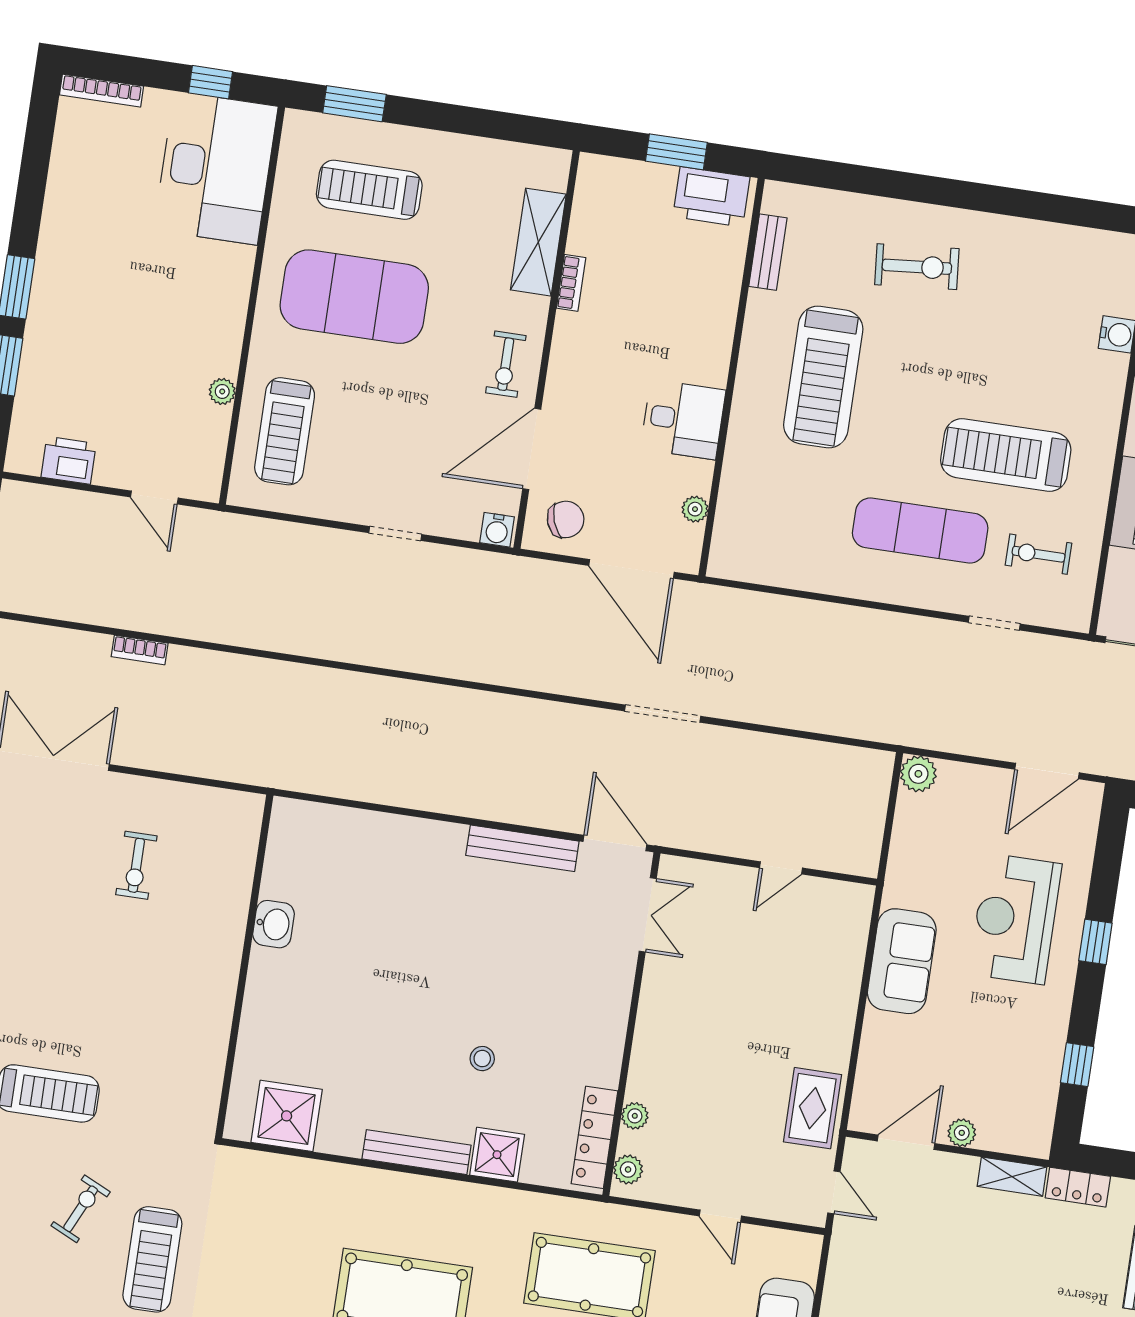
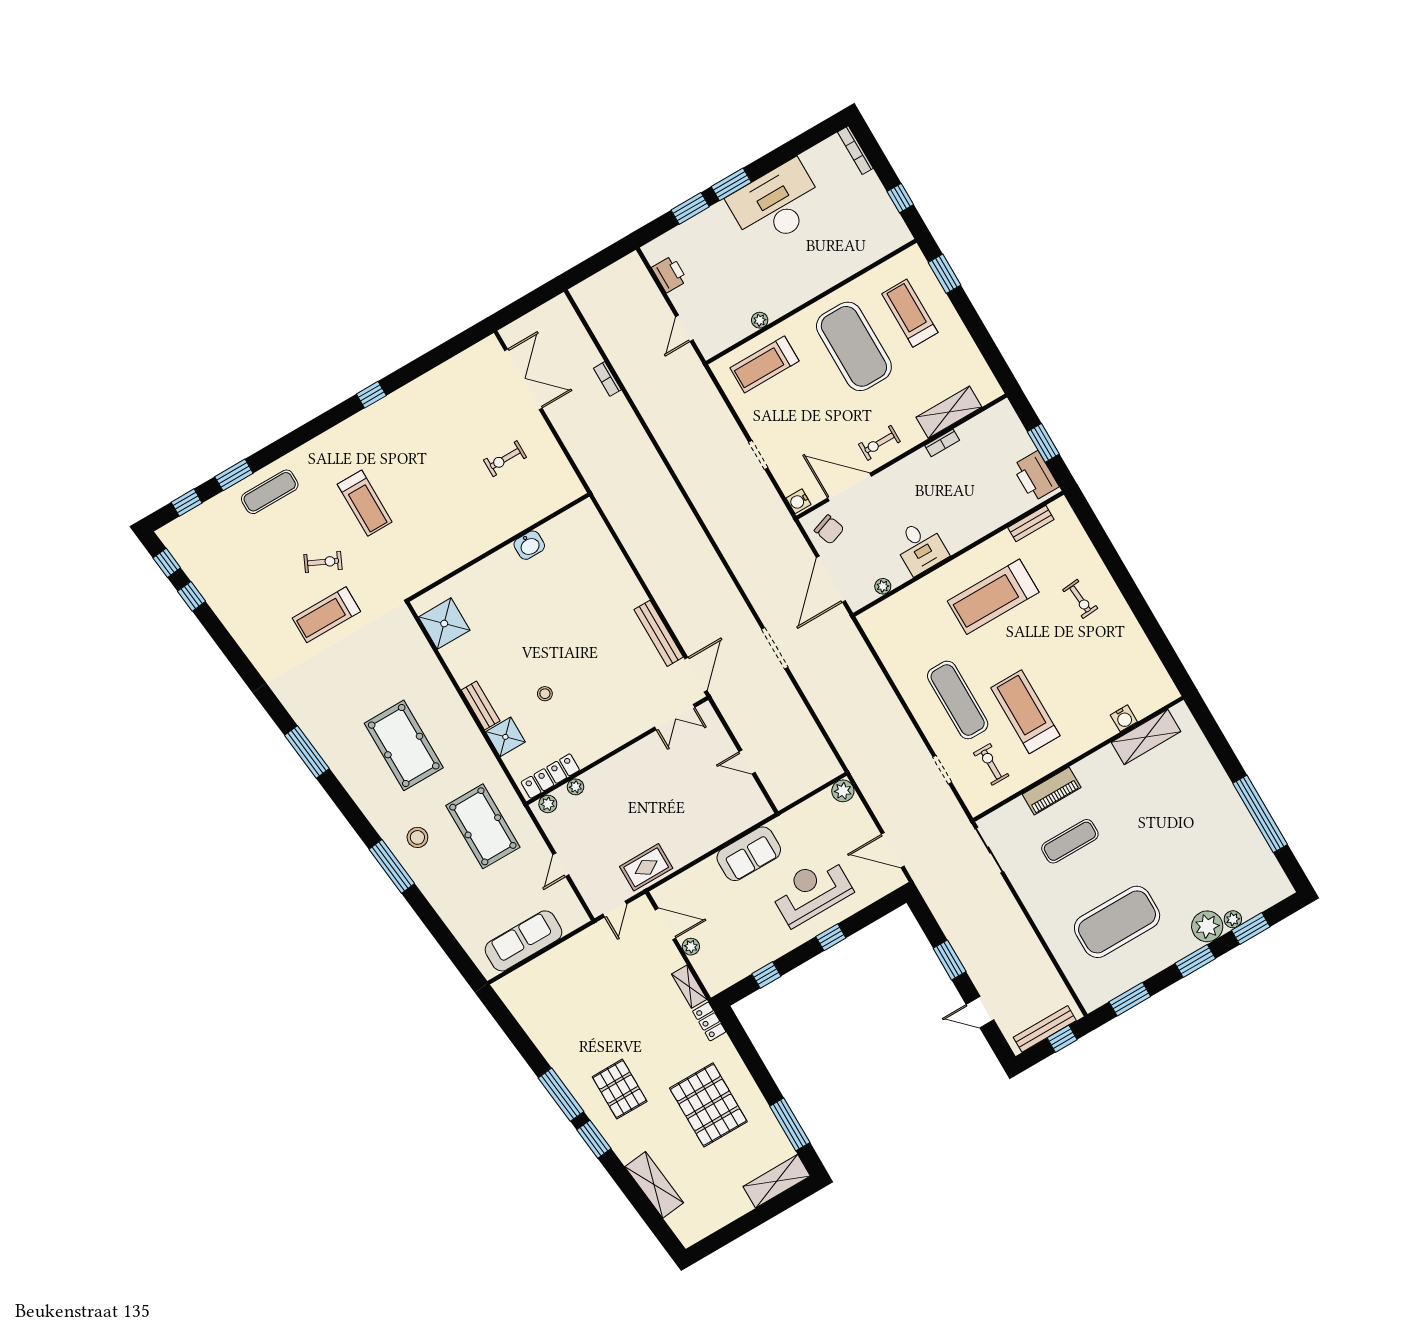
desk: (216, 168) -> (776, 204), moved, turned 180
exercise bike: (917, 267) -> (1080, 599), width x0.73, depth x0.72
bench: (417, 1152) -> (481, 706), width x0.73

